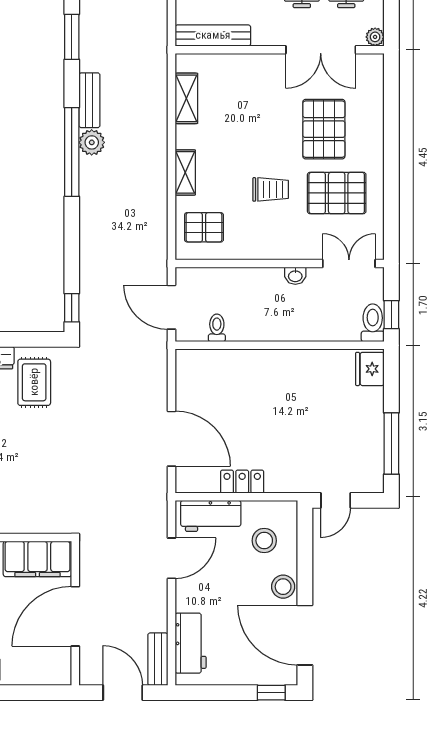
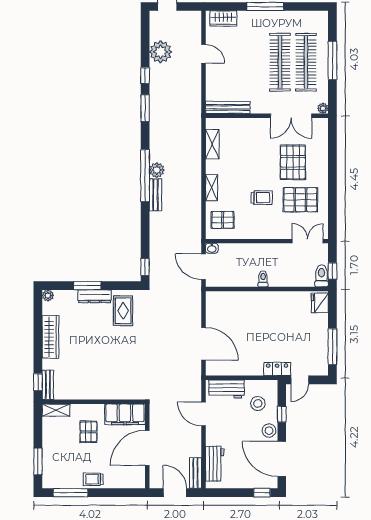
bench: (89, 100) -> (155, 195), moved
washbasin: (295, 276) -> (212, 248), moved
toilet: (217, 328) -> (263, 279), moved
locker: (242, 482) -> (277, 369), moved
door: (171, 558) -> (204, 414), swing flipped
window: (305, 559) -> (282, 414), added

